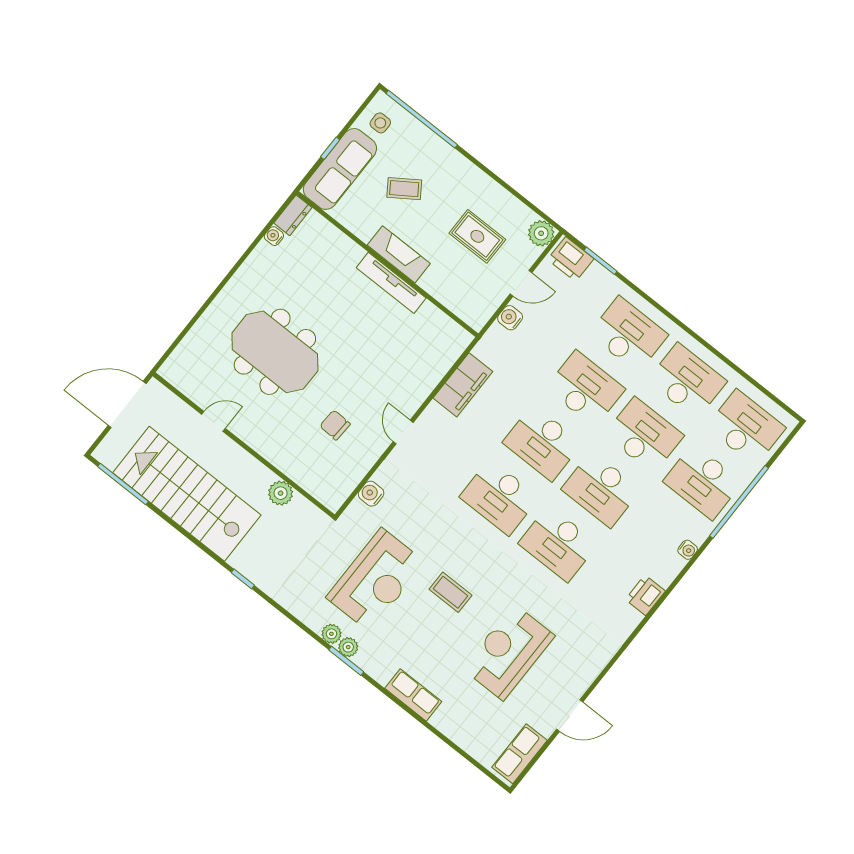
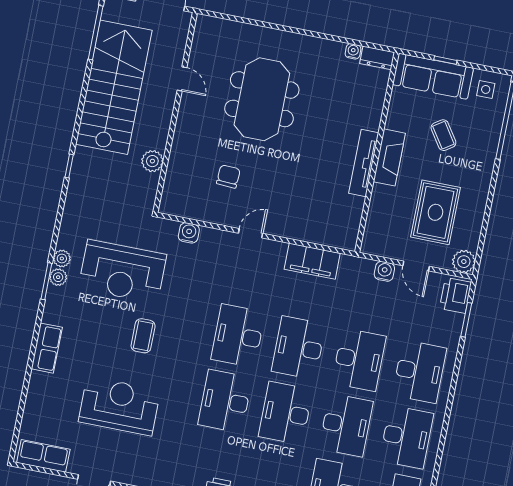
rug: (477, 236) -> (435, 212), width x1.36, depth x1.43

